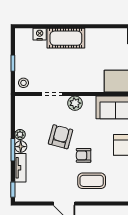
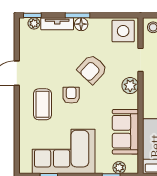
side table: (27, 109) -> (123, 31), added
plant: (20, 134) -> (34, 23), moved
armchair: (60, 137) -> (92, 69), turned 118

